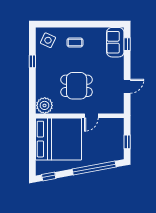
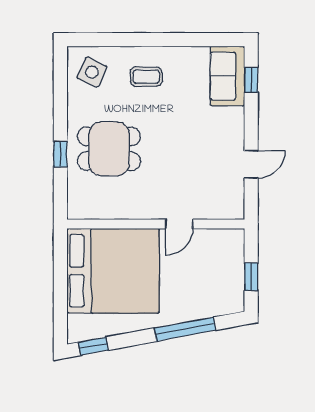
window: (32, 61) -> (60, 154), moved
dining table: (77, 86) -> (109, 149), moved
plant: (45, 105) -> (85, 203), removed
window: (94, 168) -> (185, 329), width x0.68

